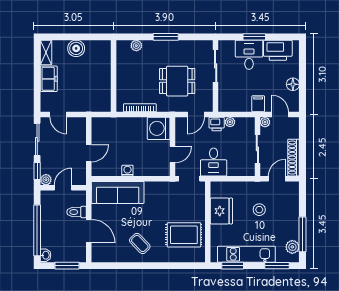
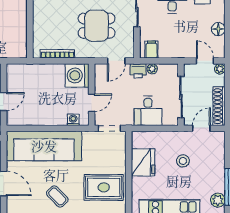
filing cabinet: (258, 104) -> (151, 50), moved
plant: (265, 122) -> (220, 69), moved
sliding door: (257, 149) -> (181, 97), width x1.37
desk: (214, 162) -> (148, 111), moved
washing machine: (127, 171) -> (73, 120), moved
sofa: (118, 192) -> (44, 146), width x1.36, depth x1.27

